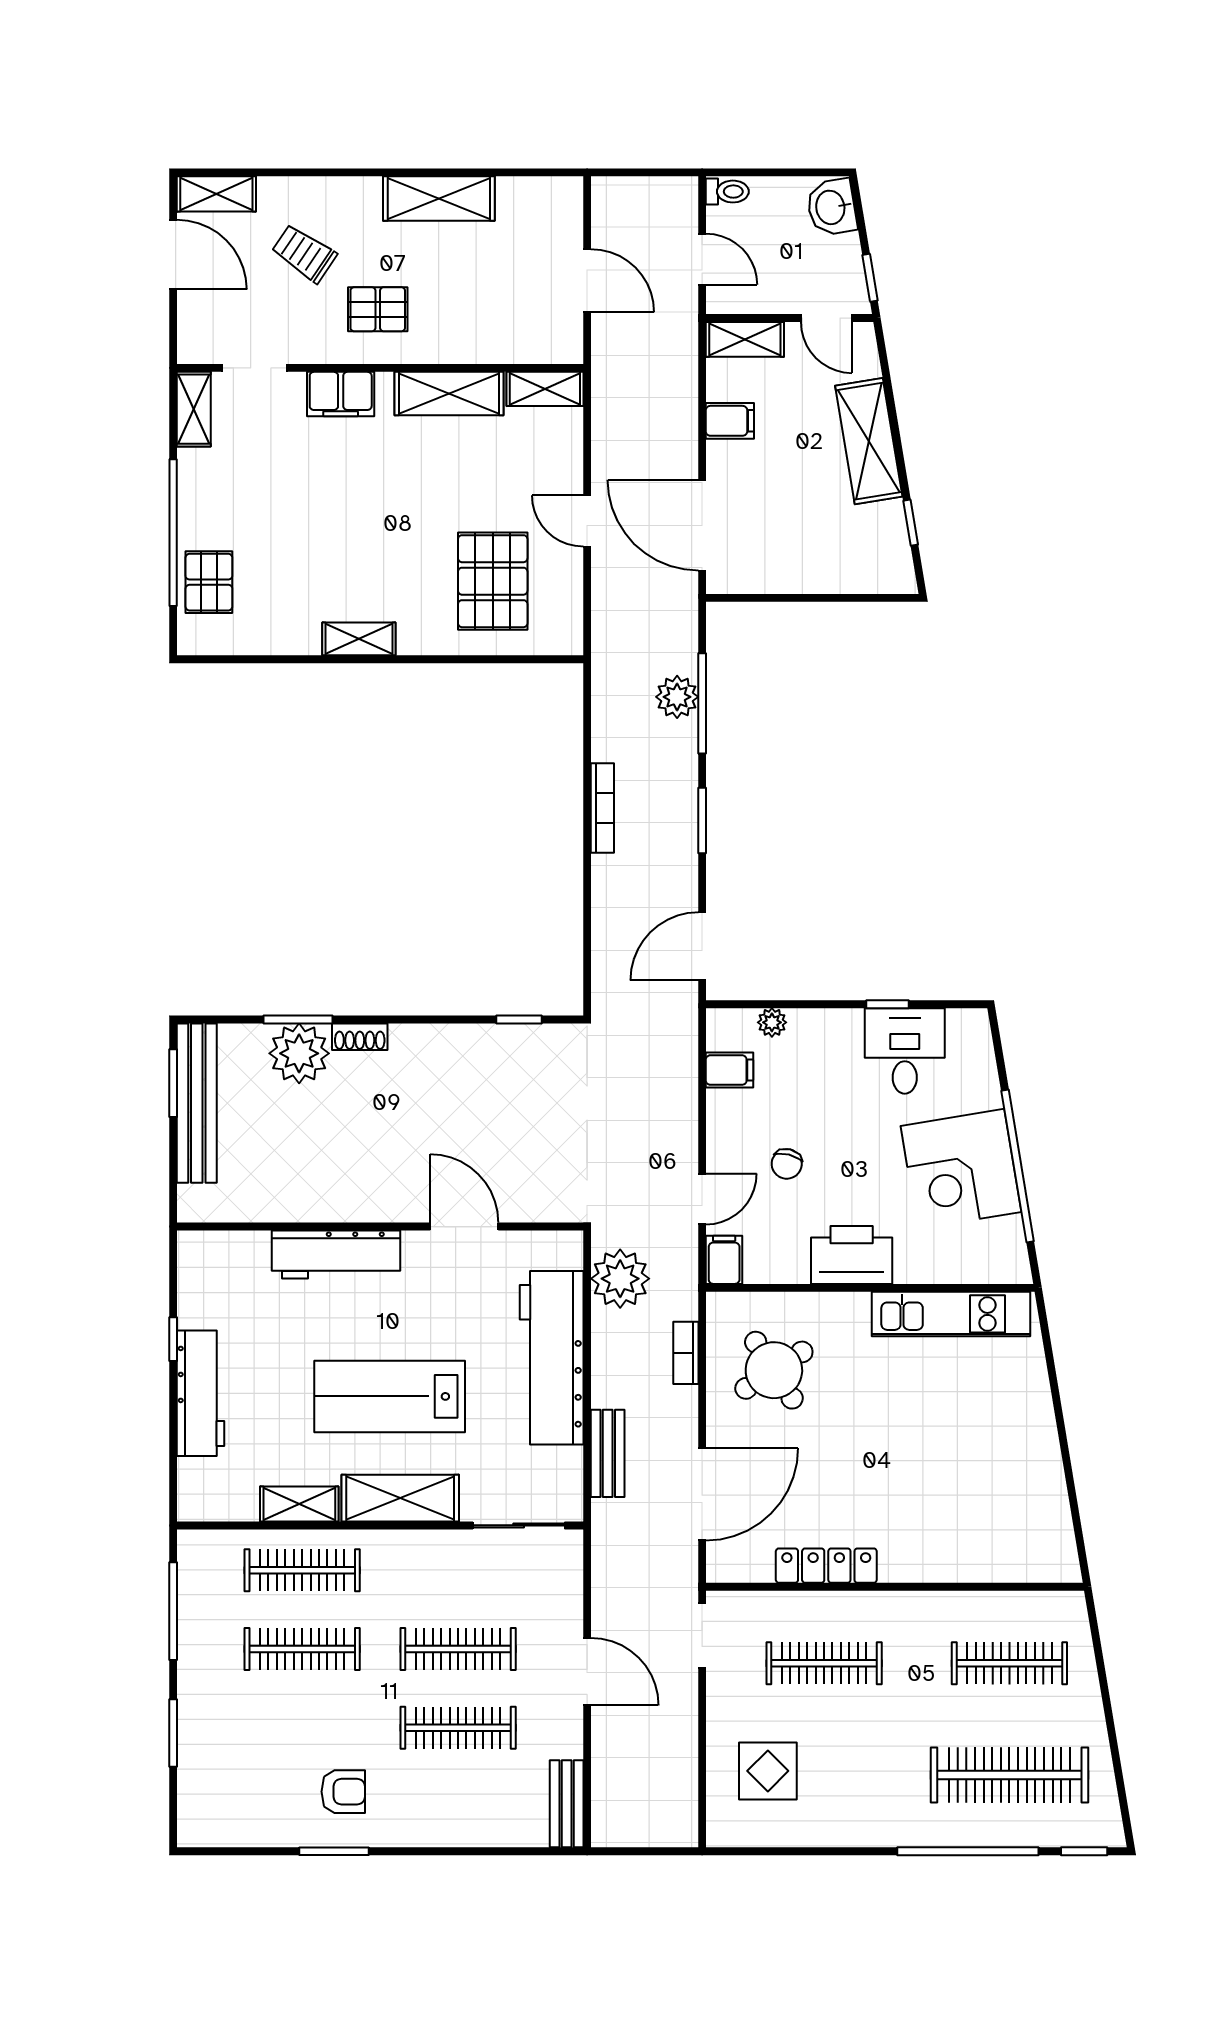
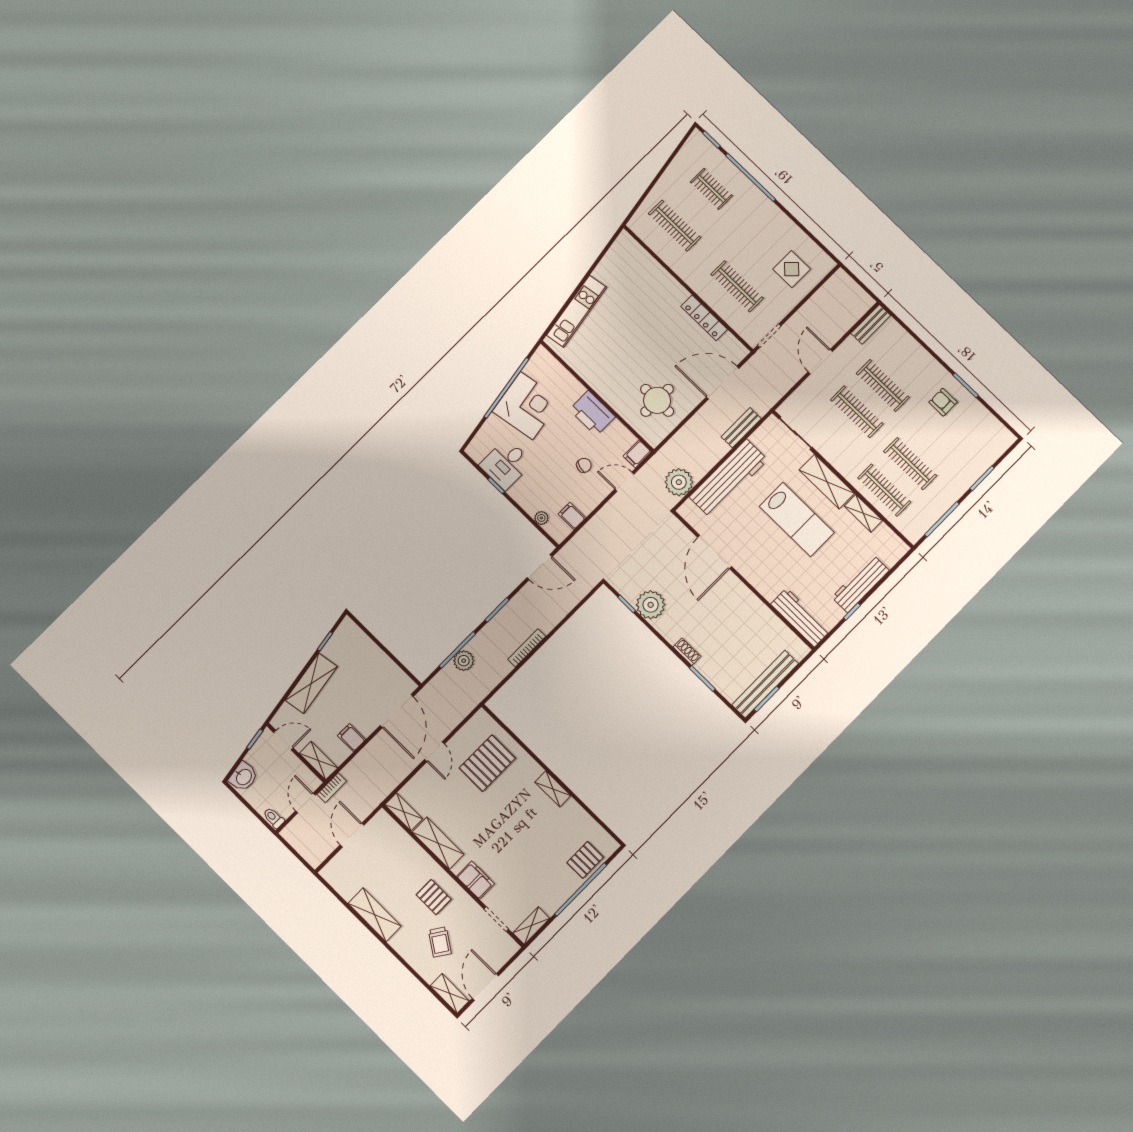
door: (826, 318) -> (283, 740), hinge flipped
plant: (299, 1053) -> (651, 605), moved
door: (464, 1227) -> (715, 552), width x1.36
workbench: (336, 1254) -> (800, 617), moved
kitchen unit: (951, 1314) -> (577, 311), moved, turned 81
bookcase: (686, 1353) -> (332, 788), moved
round table: (774, 1370) -> (657, 400), turned 33
clothes rail: (1009, 1775) -> (711, 189), width x0.54, depth x0.76

